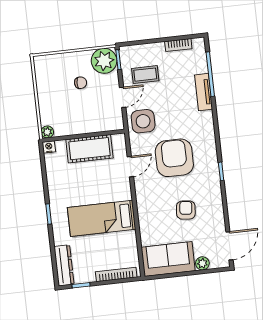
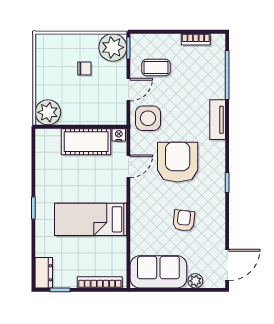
tv unit: (204, 92) -> (218, 120), moved
plant: (47, 132) -> (48, 112), width x1.87, depth x1.87
nightstand: (49, 147) -> (119, 135), moved
dresser: (64, 265) -> (44, 273), width x0.70

